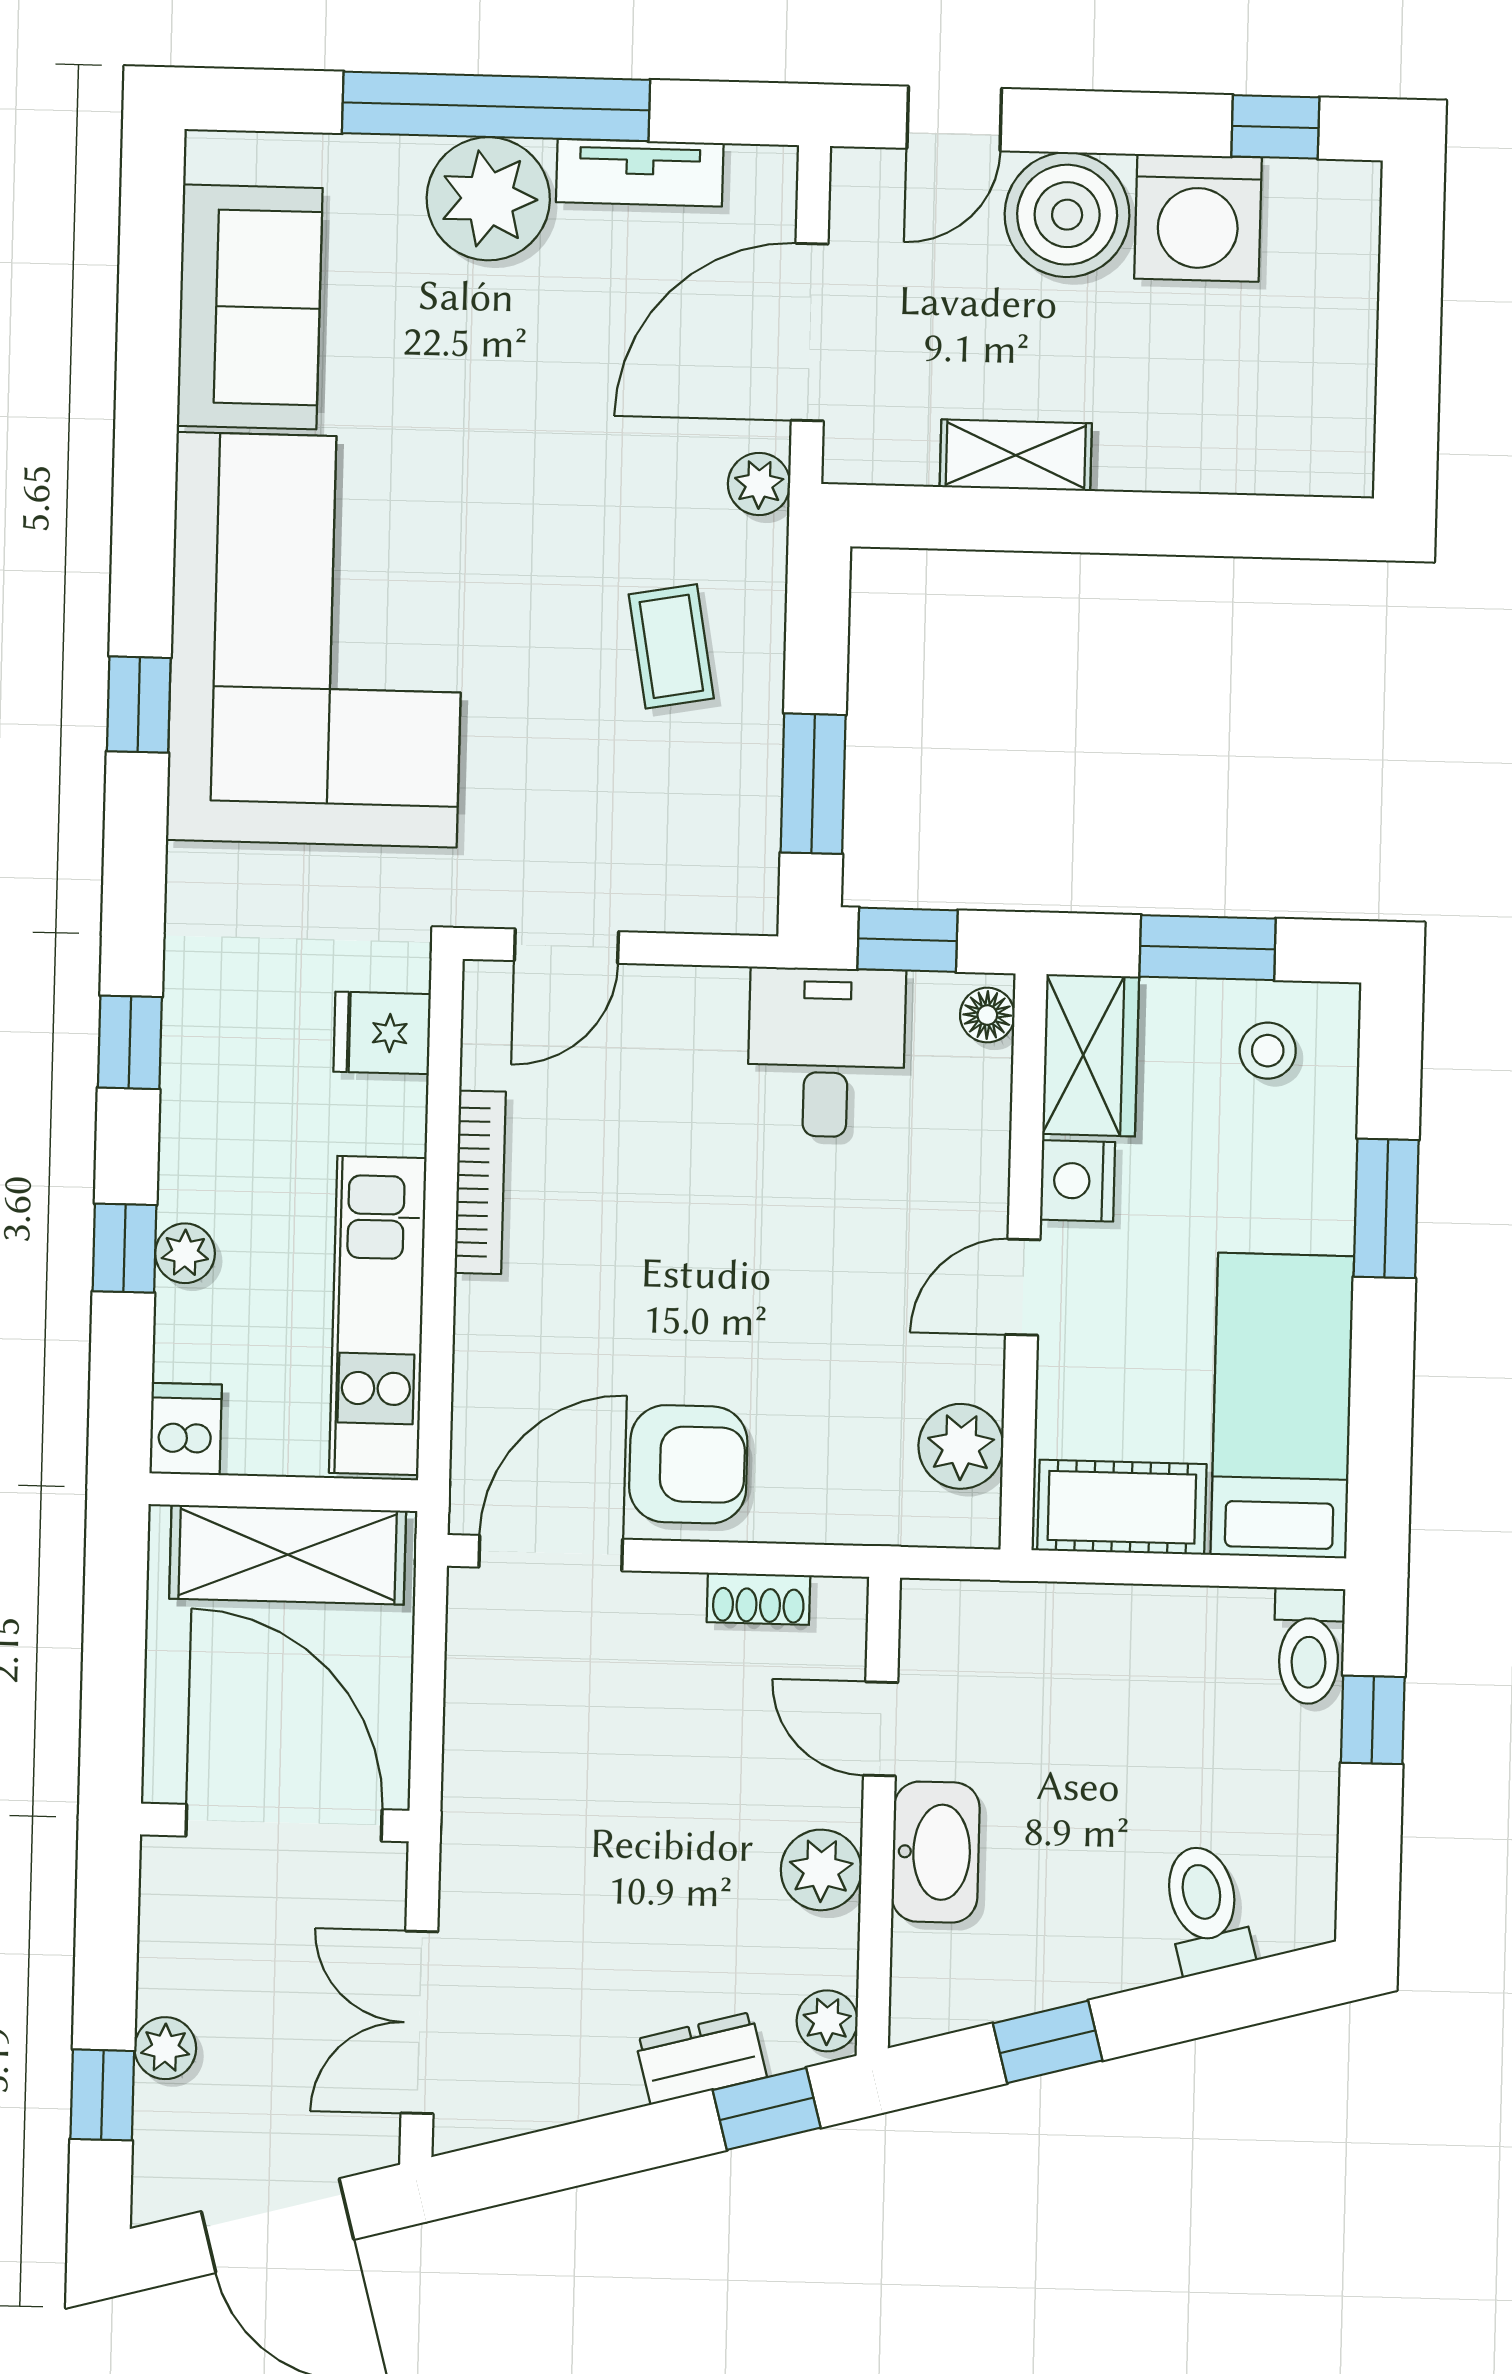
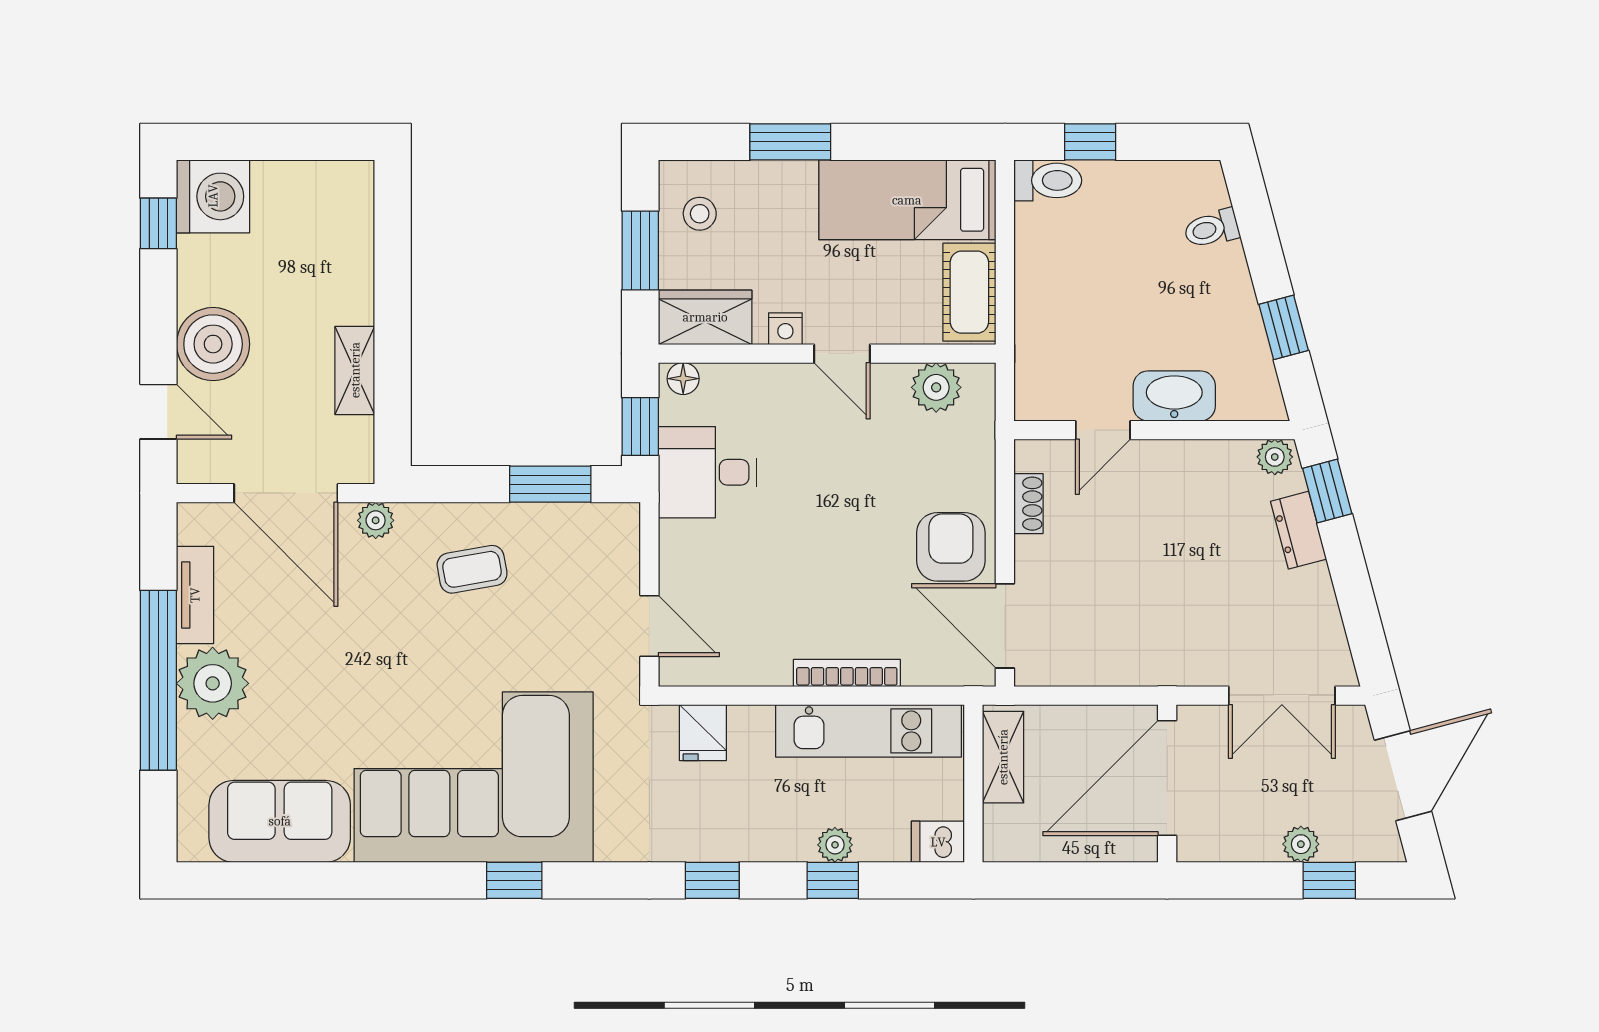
washing machine: (1198, 218) -> (213, 196), moved
nightstand: (1078, 1181) -> (785, 329), width x0.72, depth x0.74
bookcase: (480, 1182) -> (847, 673), moved
shelving: (288, 1555) -> (1003, 757), width x0.67, depth x0.75
plant: (821, 1870) -> (1186, 463), removed
toilet: (1205, 1909) -> (1212, 229), width x0.73, depth x0.72

